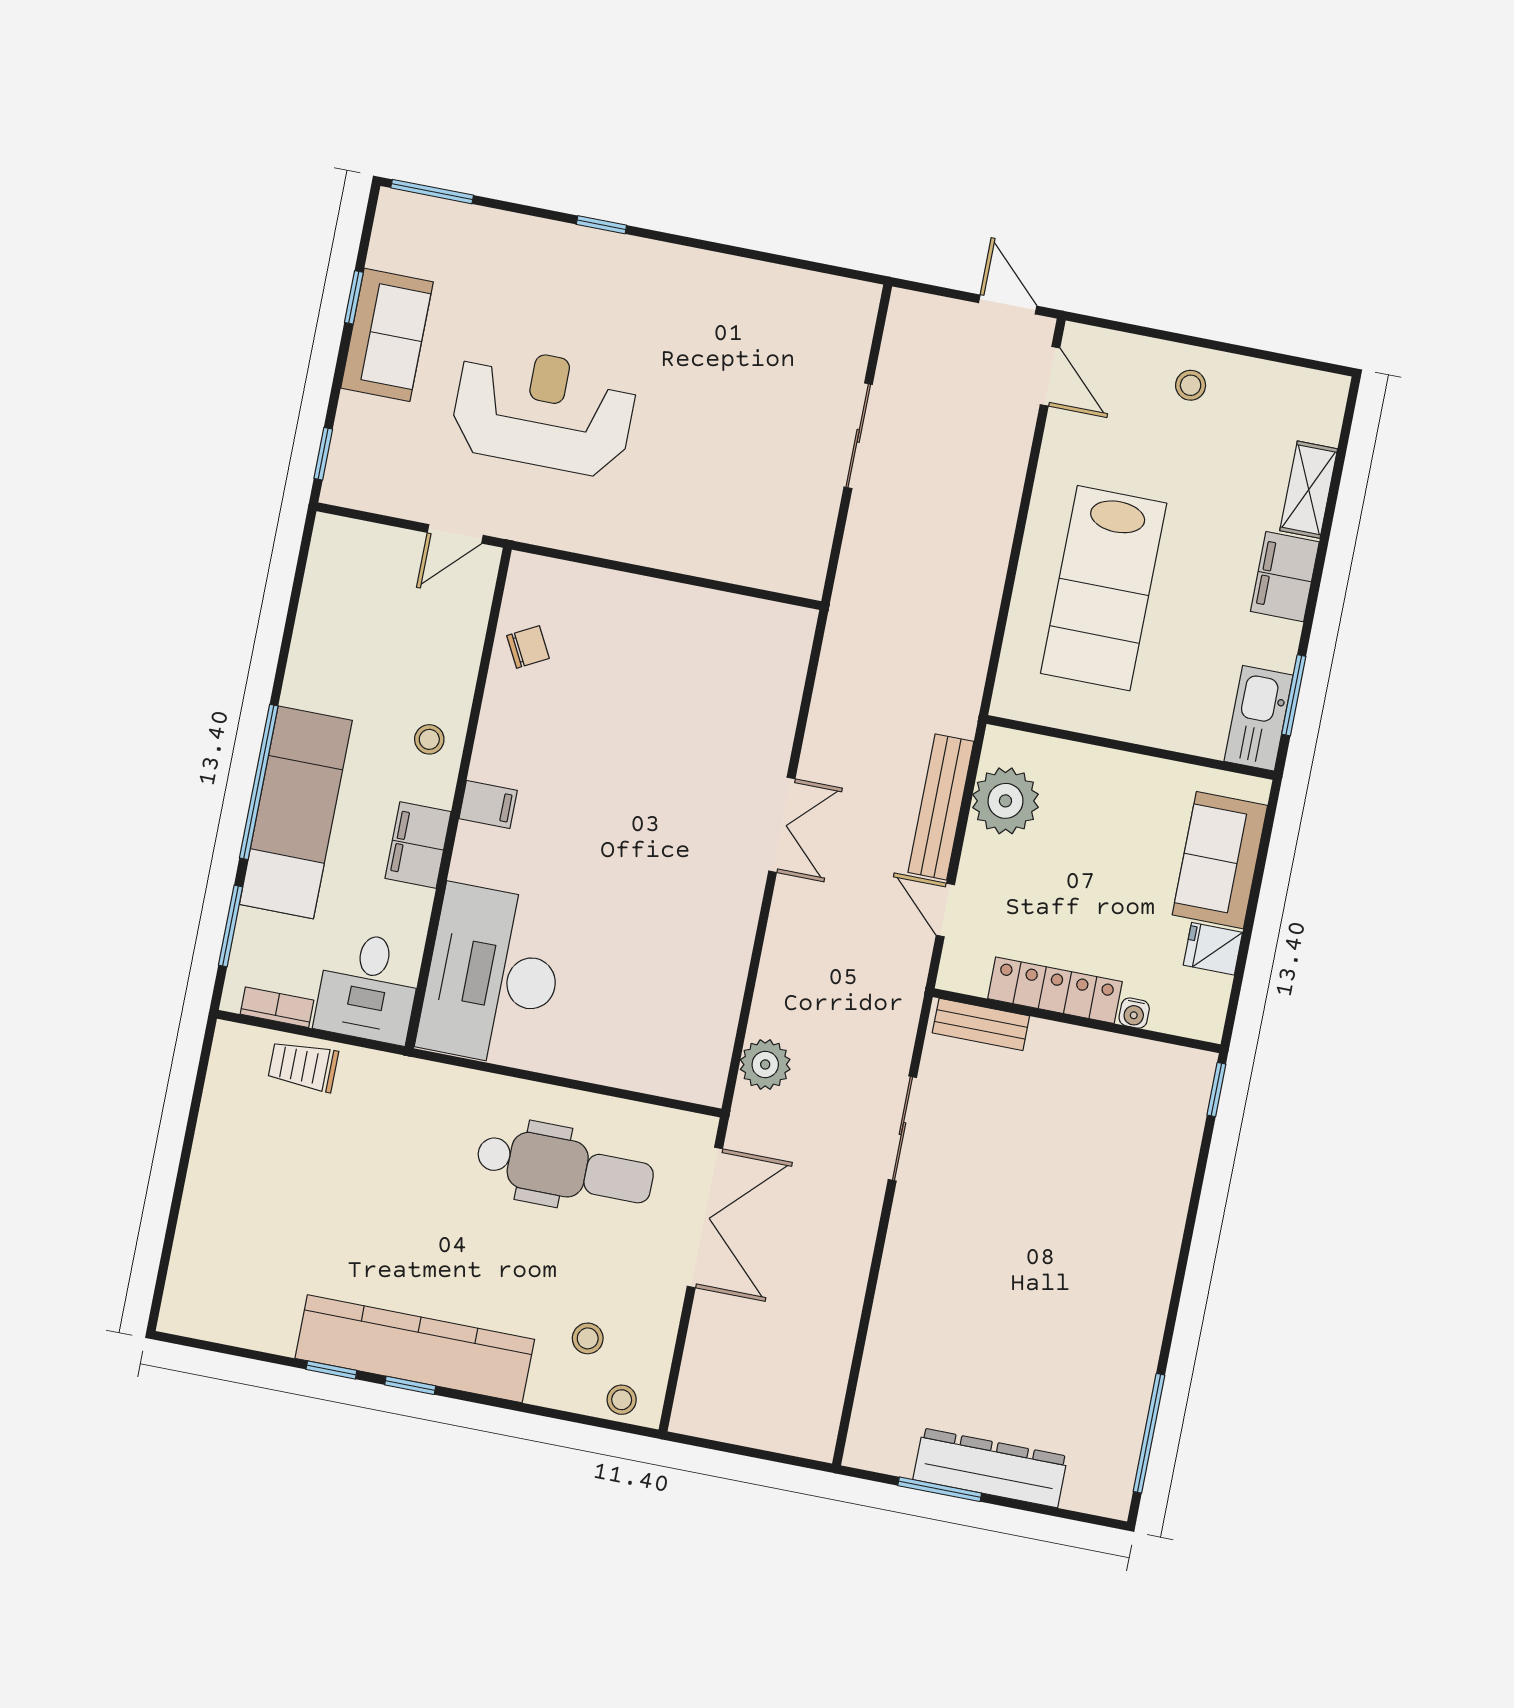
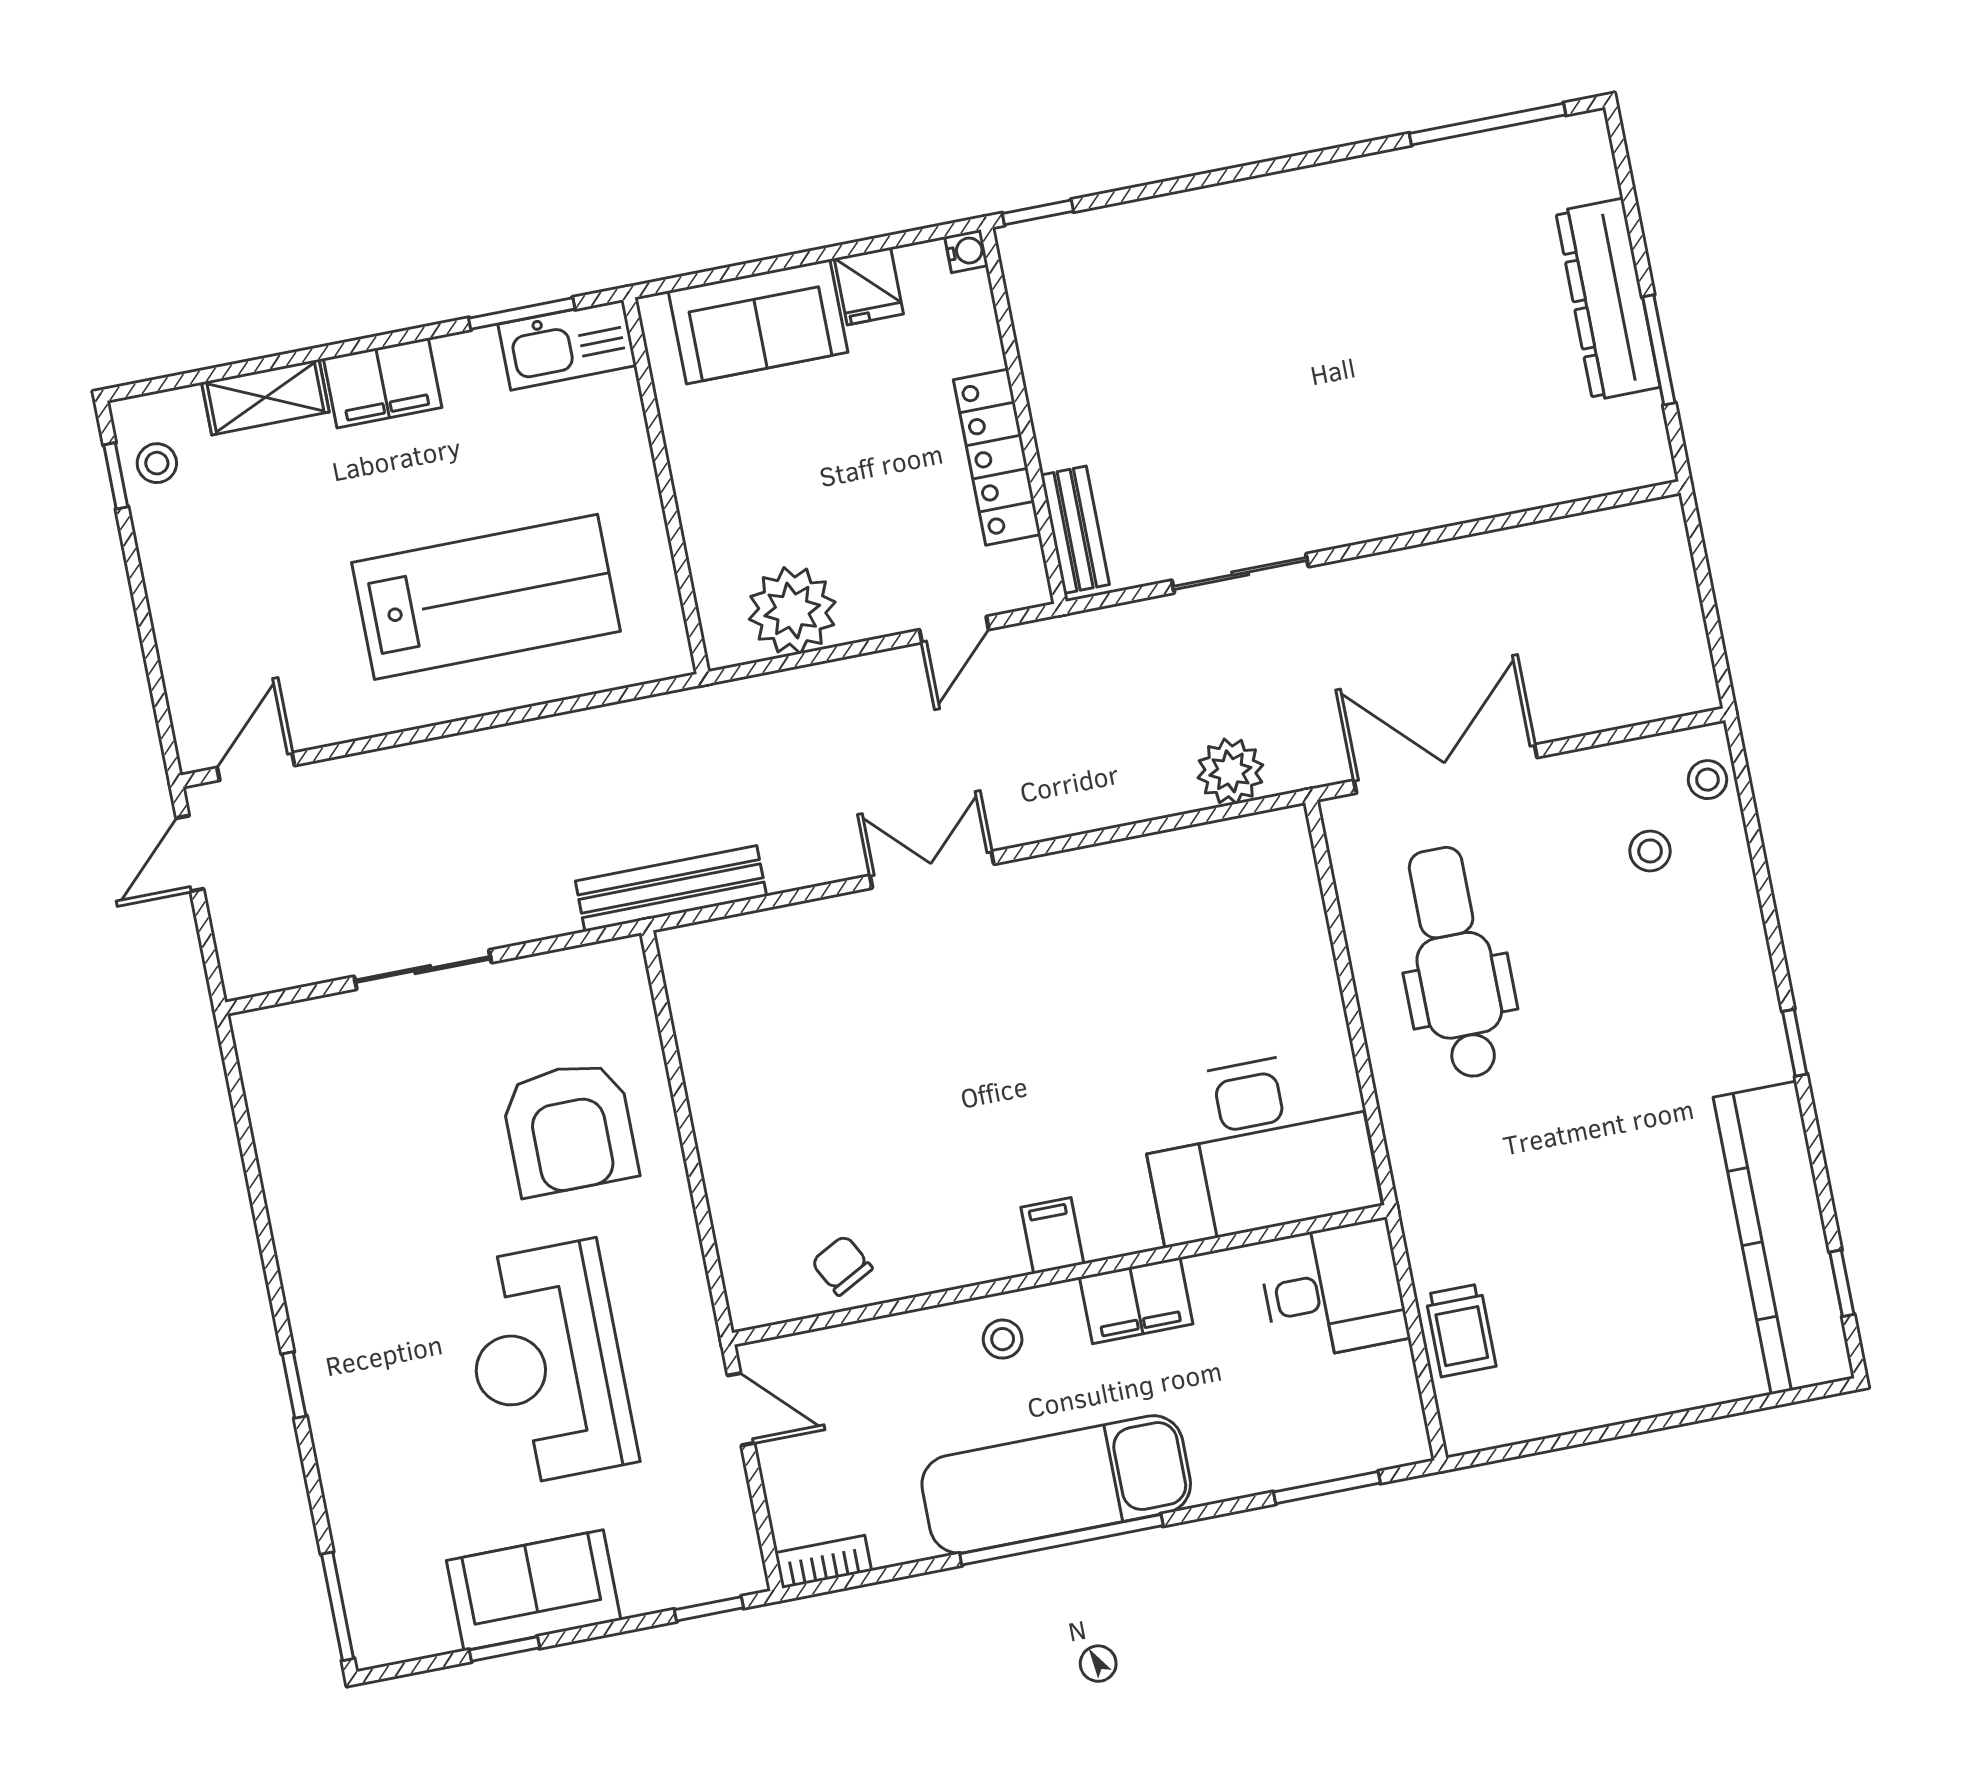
window: (1296, 361) -> (116, 476), added
stool: (1191, 385) -> (157, 463), moved
armchair: (704, 494) -> (569, 1128), added
window: (259, 782) -> (1061, 1540), moved
bench: (941, 807) -> (671, 889), moved
exam couch: (296, 812) -> (1056, 1484), moved
bookcase: (277, 1007) -> (823, 1562), moved, turned 90
water cooler: (1134, 1013) -> (966, 251), moved
kitchen counter: (415, 1349) -> (1784, 1238), moved
window: (331, 1370) -> (1842, 1283), moved

